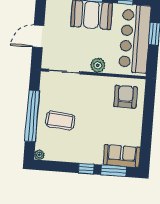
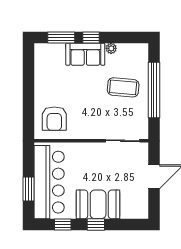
plant: (98, 65) -> (87, 150), removed
plant: (39, 155) -> (111, 48), moved
sofa: (122, 156) -> (85, 54), moved

